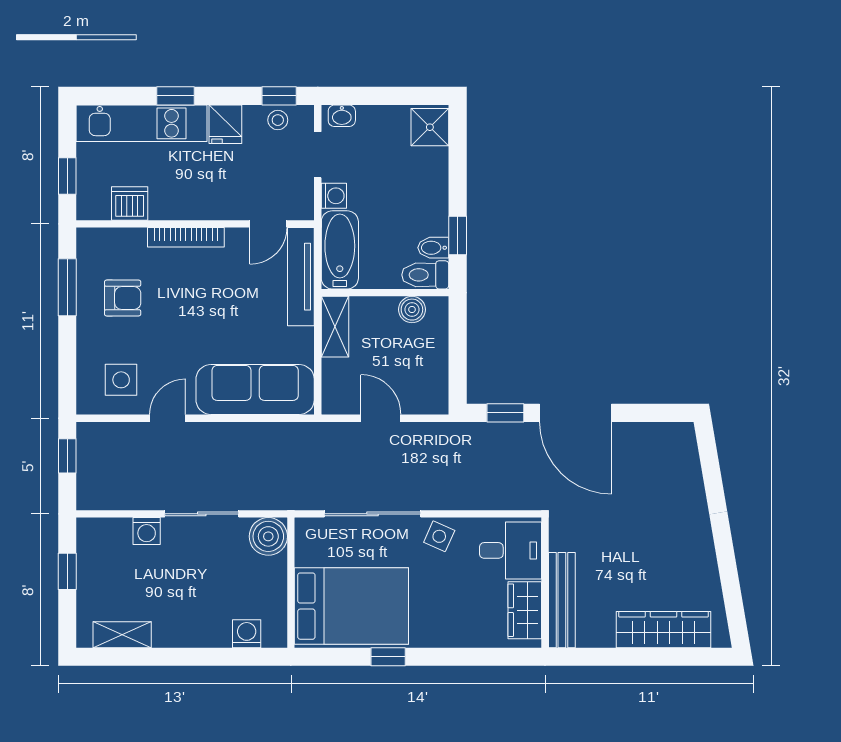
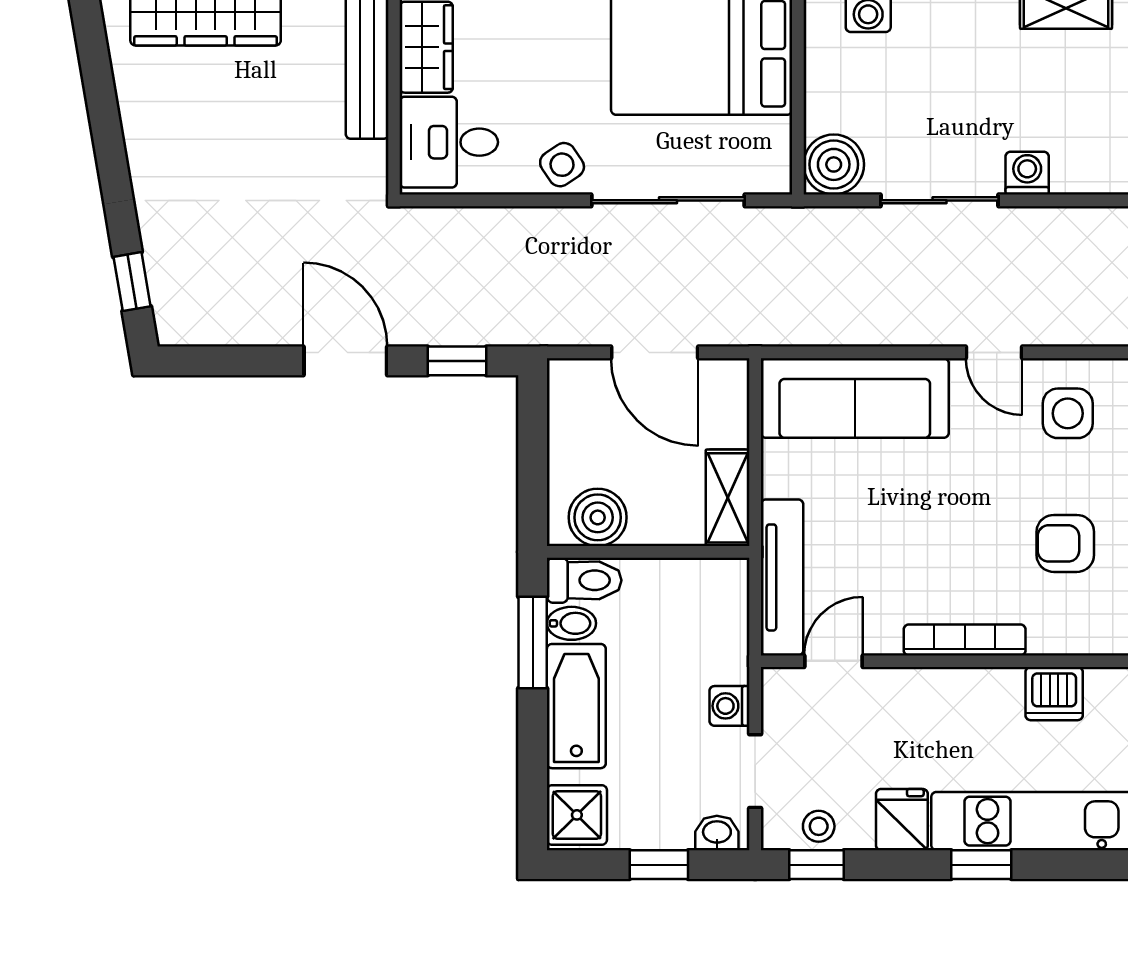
window: (378, 96) -> (659, 865), added
window: (458, 236) -> (533, 643), width x1.50
bathtub: (340, 250) -> (576, 706), moved, turned 180
boiler: (412, 310) -> (598, 517), width x1.36, depth x1.36
door: (576, 413) -> (345, 361), width x0.73
door: (167, 418) -> (994, 352), hinge flipped
door: (381, 418) -> (655, 352), width x1.38
window: (710, 463) -> (132, 282), added
side table: (439, 536) -> (562, 165), turned 32

